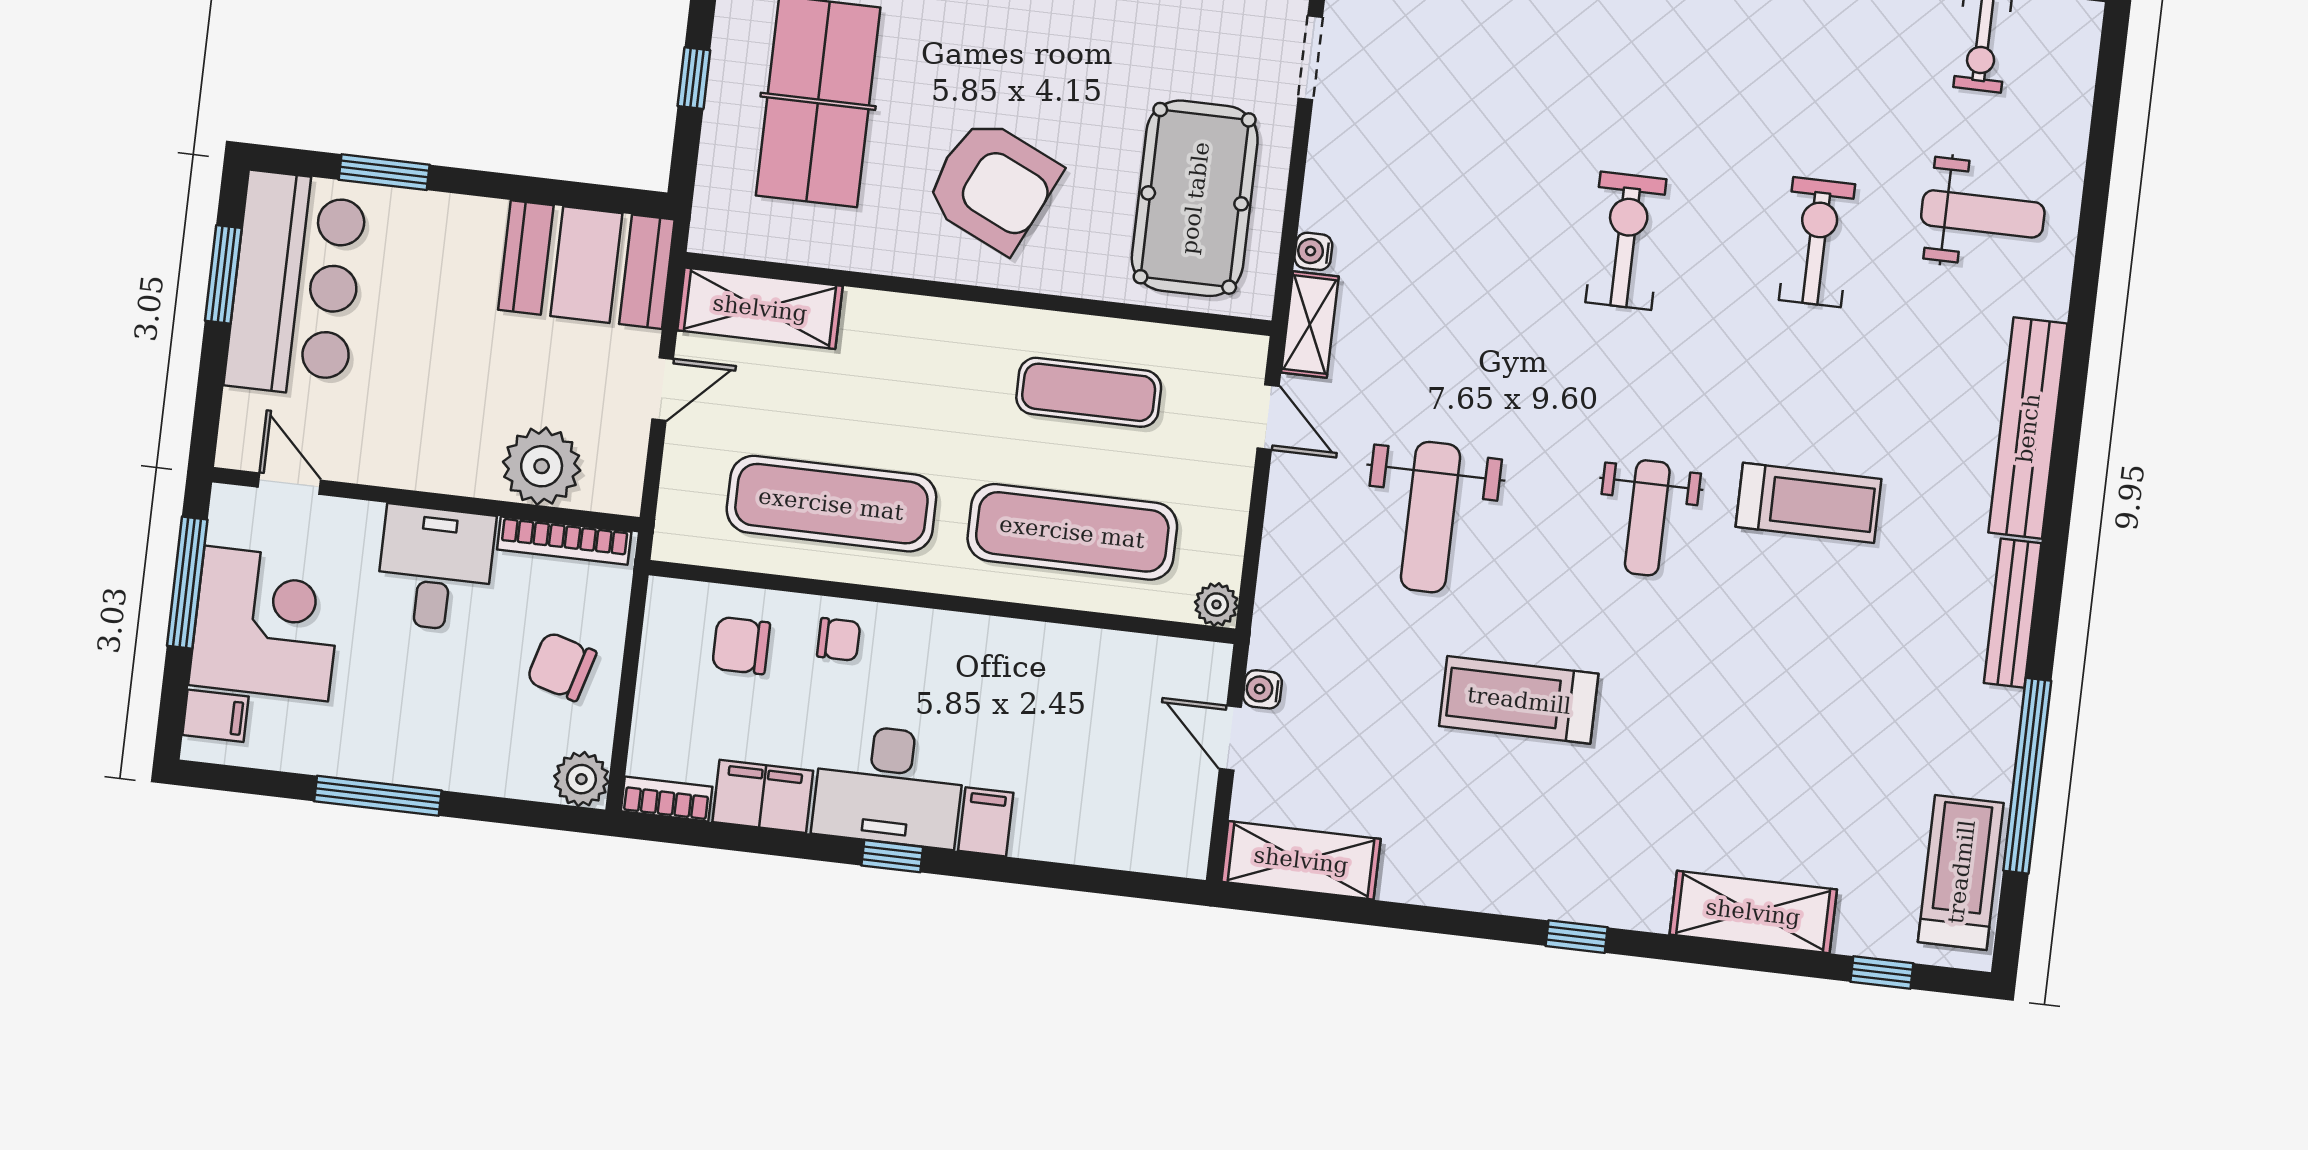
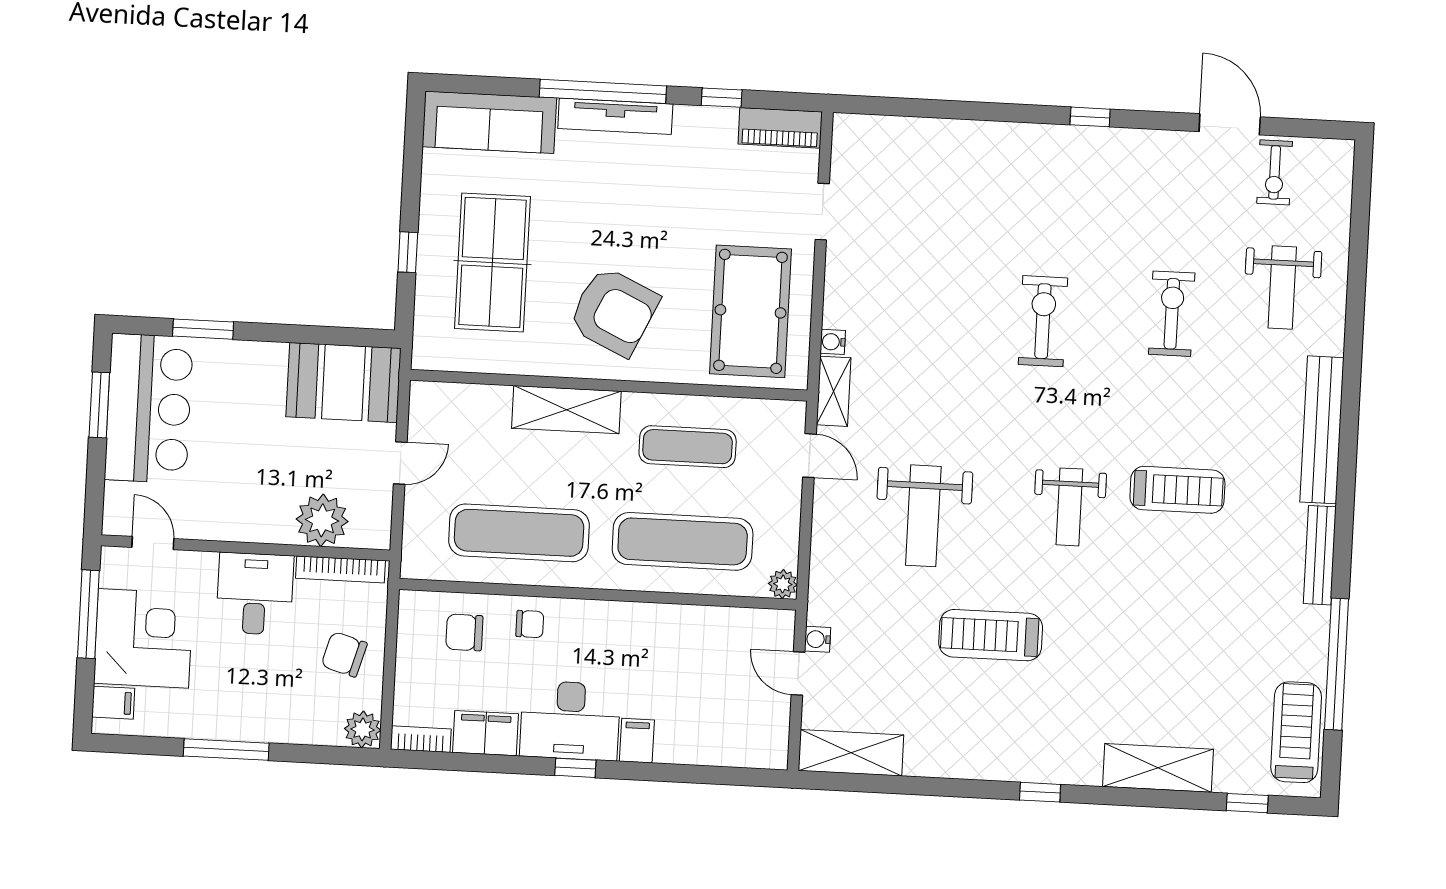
weight bench: (1983, 214) -> (1282, 287), turned 90
shelving: (760, 308) -> (566, 410), moved

